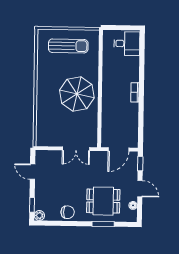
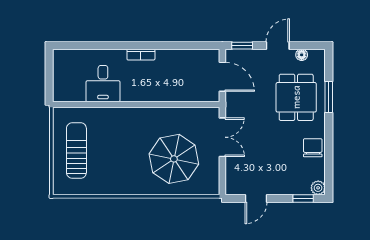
desk: (127, 44) -> (103, 84), moved, turned 180
parasol: (77, 94) -> (174, 159), moved

